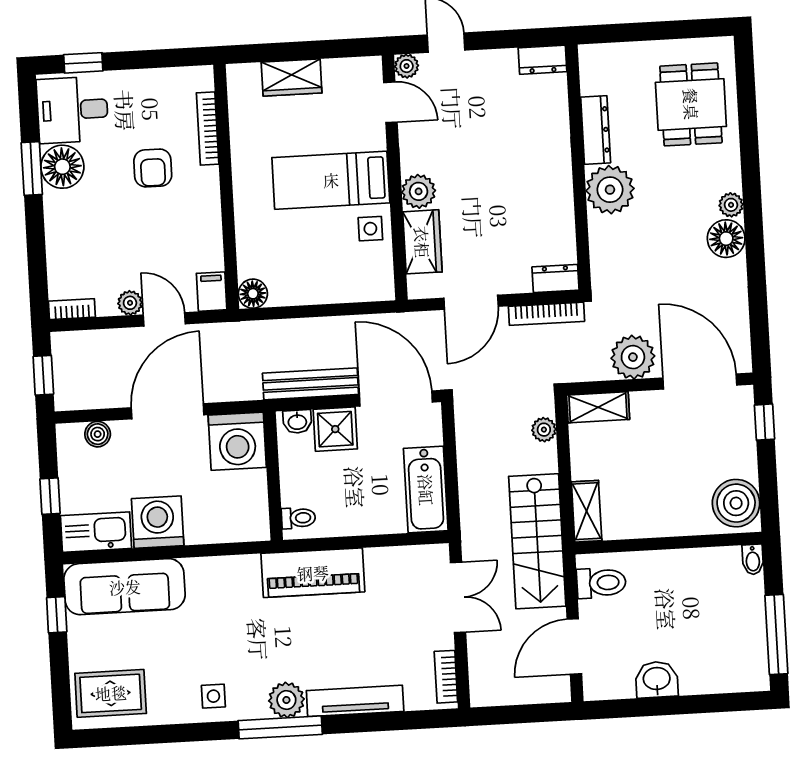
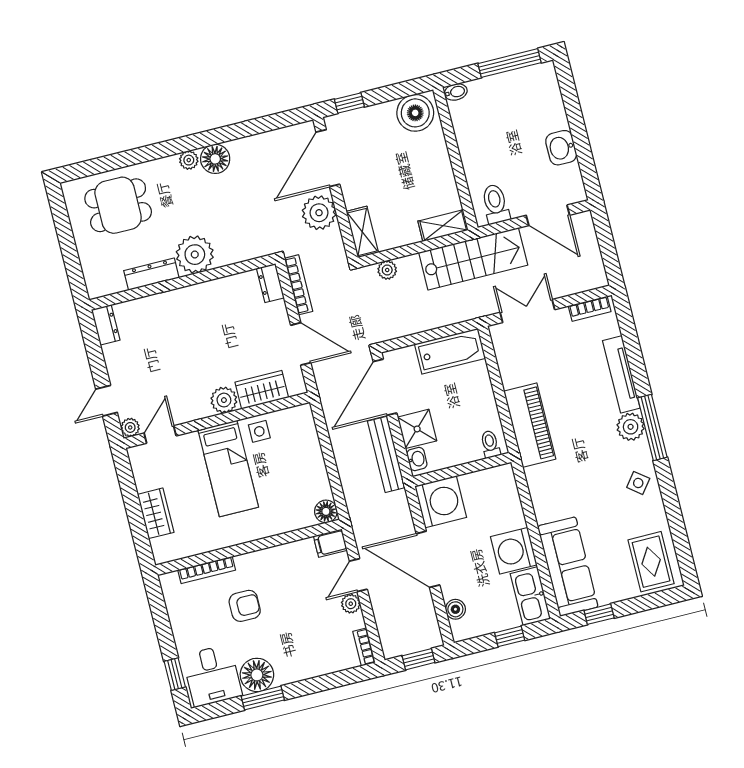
side table: (213, 696) -> (638, 483), turned 38

